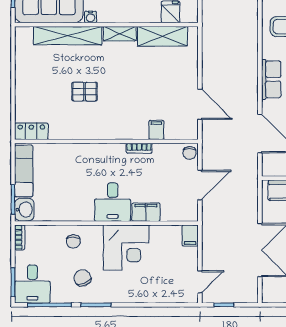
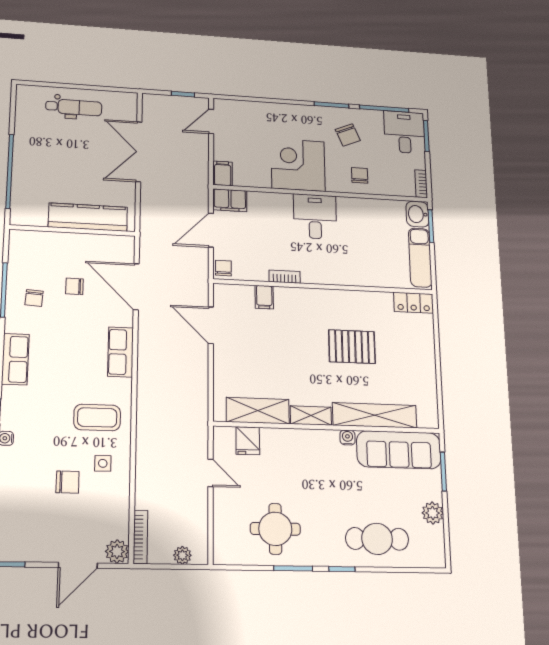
pallet: (85, 92) -> (352, 347), width x1.50, depth x1.42
filing cabinet: (146, 212) -> (230, 200), moved

